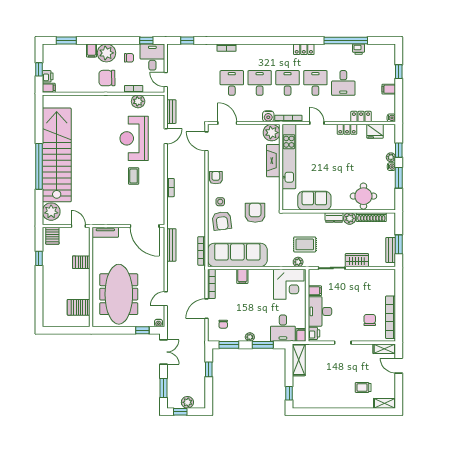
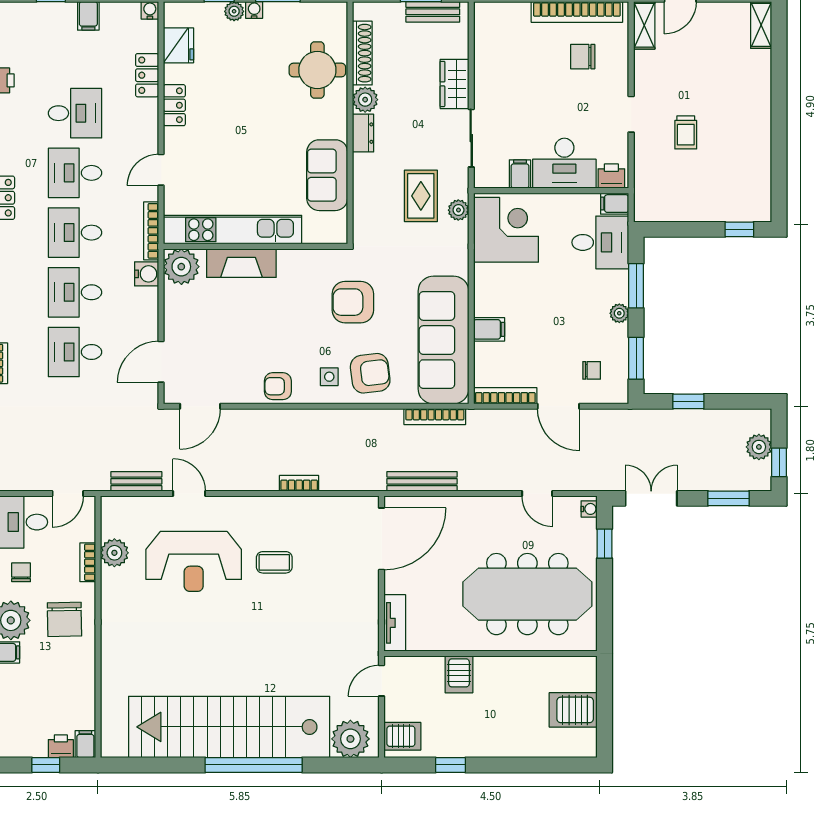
server rack: (79, 307) -> (573, 710), moved, turned 90
shelving: (299, 360) -> (668, 208), removed
trolley: (363, 387) -> (686, 132), moved

